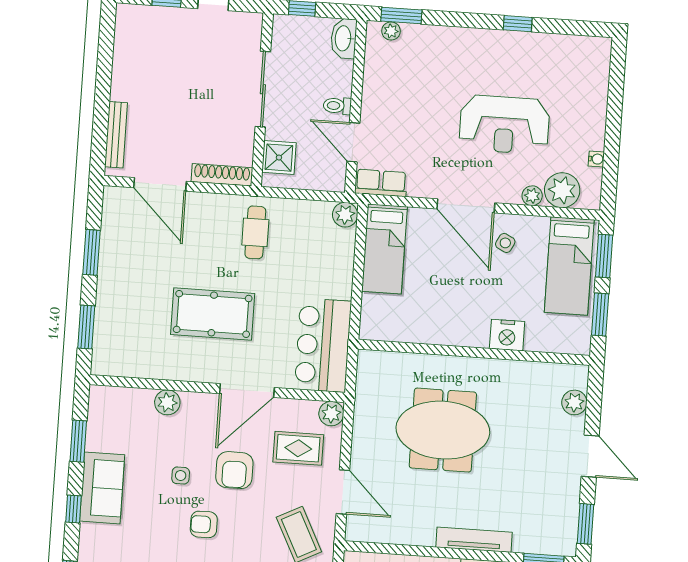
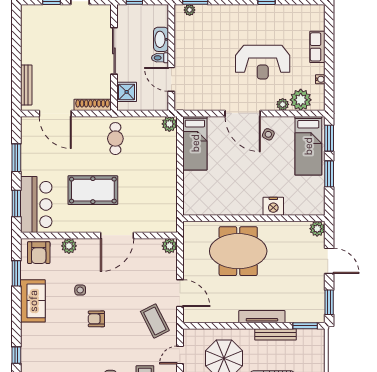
washbasin: (344, 38) -> (161, 39), moved
row of seats: (381, 183) -> (317, 47), moved, turned -90
nightstand: (507, 335) -> (273, 206), moved
bar counter: (323, 345) -> (36, 204), moved, turned 180
wall: (474, 352) -> (254, 218), moved
rug: (298, 448) -> (151, 268), removed
armchair: (234, 470) -> (39, 253), moved
window: (74, 509) -> (16, 315), removed

